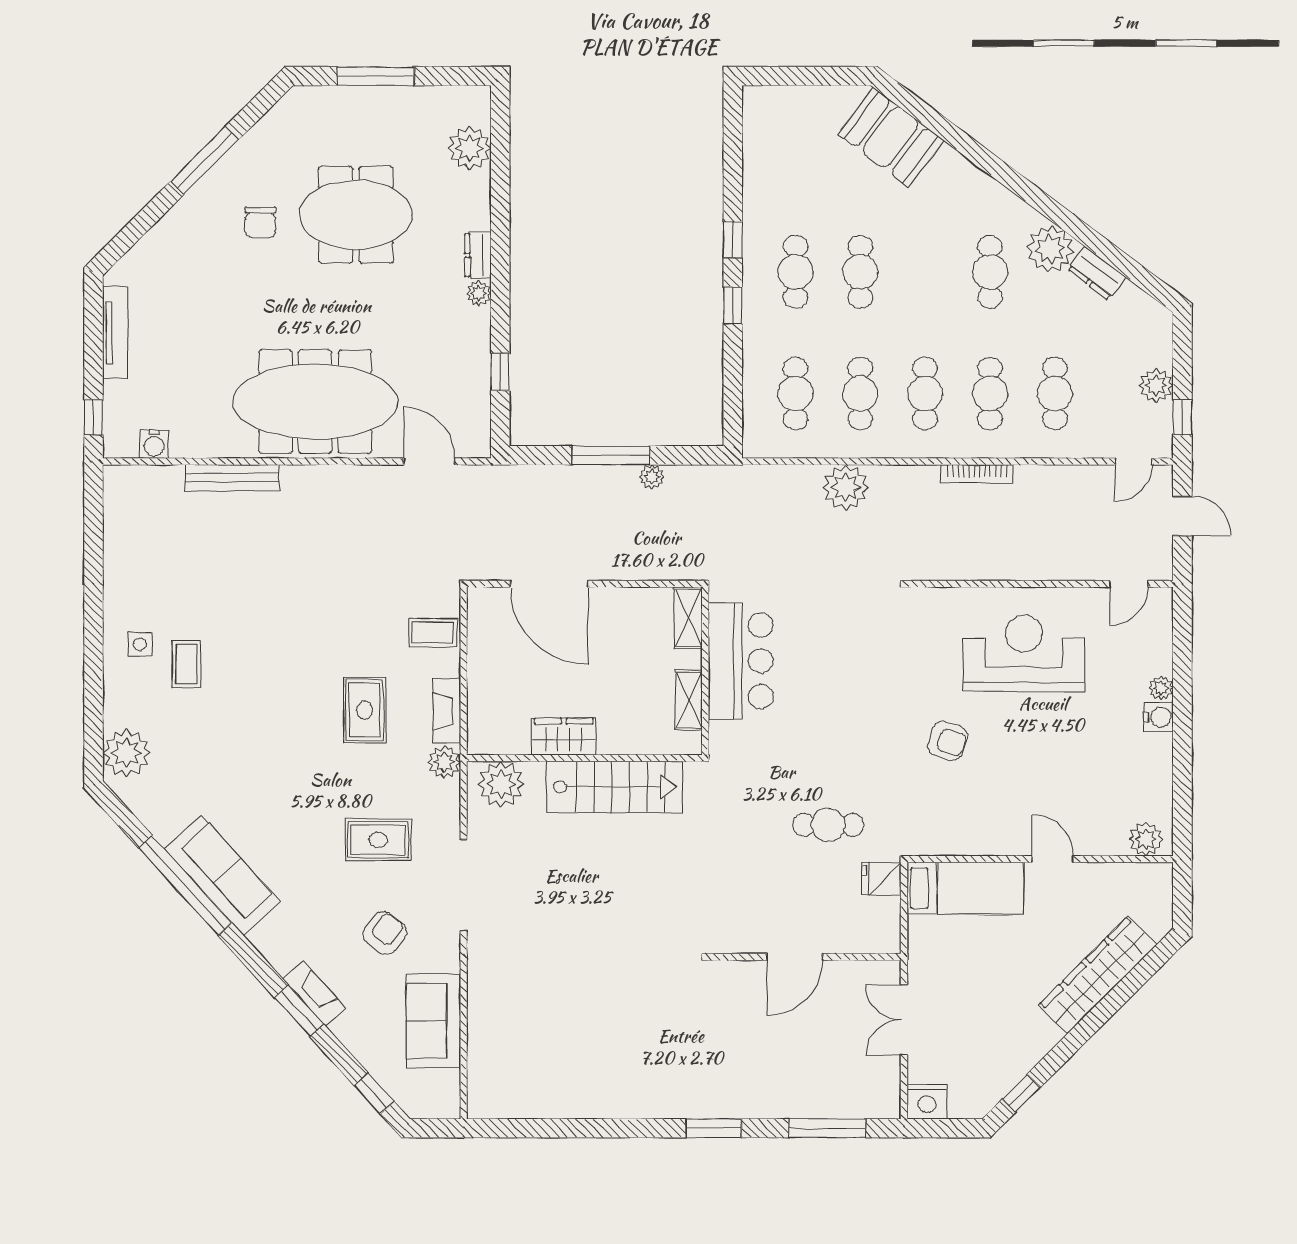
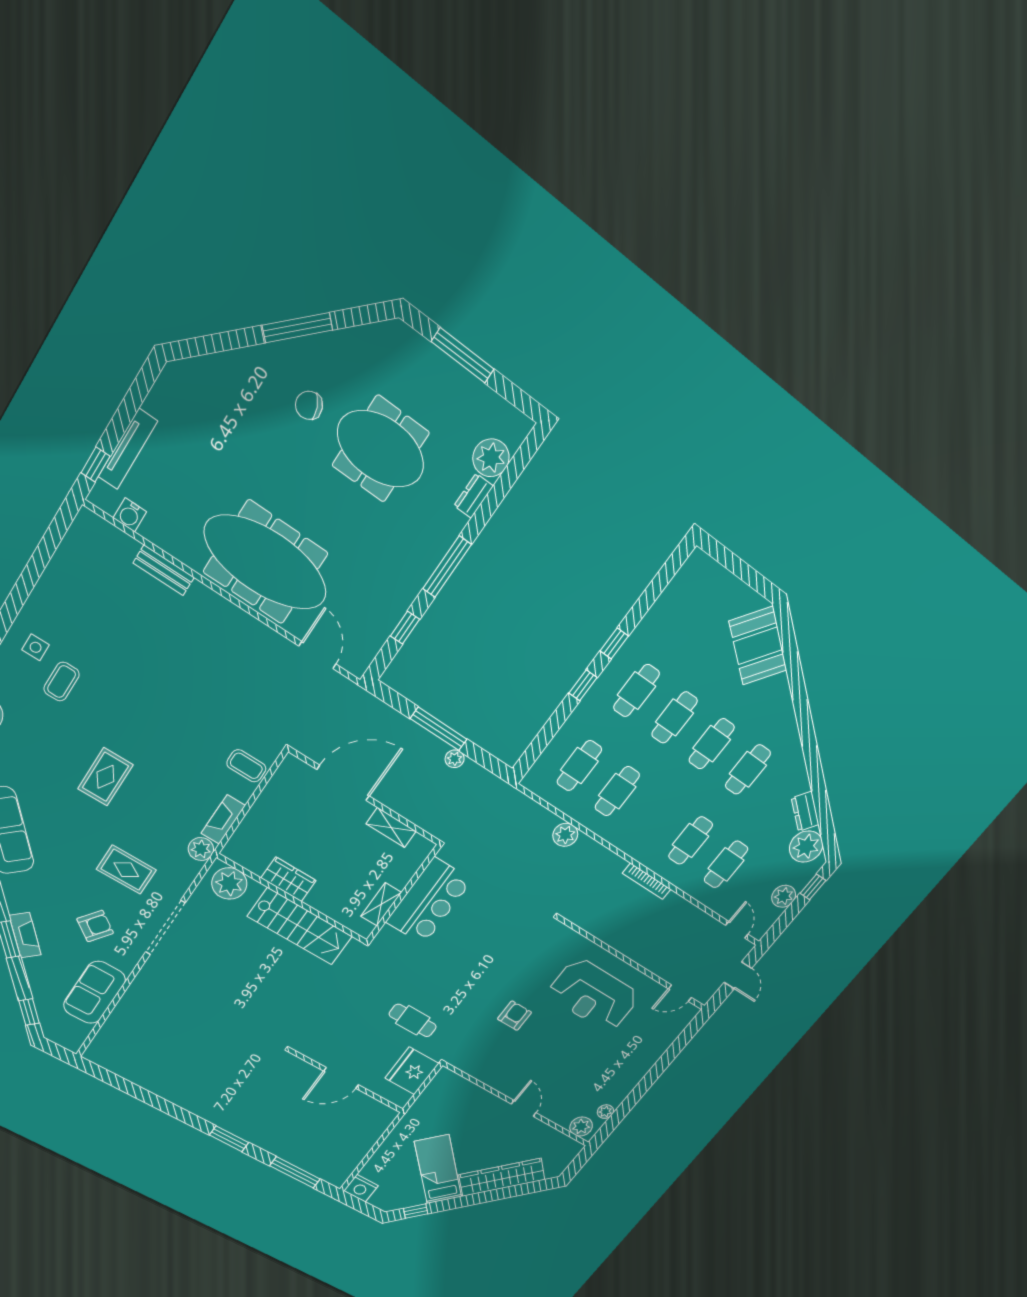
chair: (260, 222) -> (309, 405), turned 67
plant: (1050, 249) -> (806, 847), moved
dresser: (478, 255) -> (474, 496), moved
window: (500, 282) -> (447, 567), added
plant: (479, 293) -> (427, 564), removed
tv unit: (115, 332) -> (128, 449), moved
cafe table: (925, 393) -> (712, 744), moved
window: (1182, 417) -> (813, 887), moved
door: (1133, 461) -> (737, 930), swing flipped
bench: (232, 478) -> (164, 570), width x0.73
plant: (846, 487) -> (565, 835), width x0.73, depth x0.73
door: (549, 584) -> (343, 783), swing flipped
shelving: (688, 618) -> (391, 828), moved, turned 90
reception desk: (1024, 653) -> (594, 995), turned 180
plant: (1161, 688) -> (605, 1112), moved
rug: (365, 710) -> (105, 777), moved
water cooler: (1159, 717) -> (638, 1071), removed
armchair: (947, 741) -> (515, 1016), turned -108
fridge: (881, 879) -> (412, 1071), width x1.88, depth x1.34
bed: (965, 888) -> (438, 1169), moved, turned -135
double door: (904, 1020) -> (379, 1143), removed

